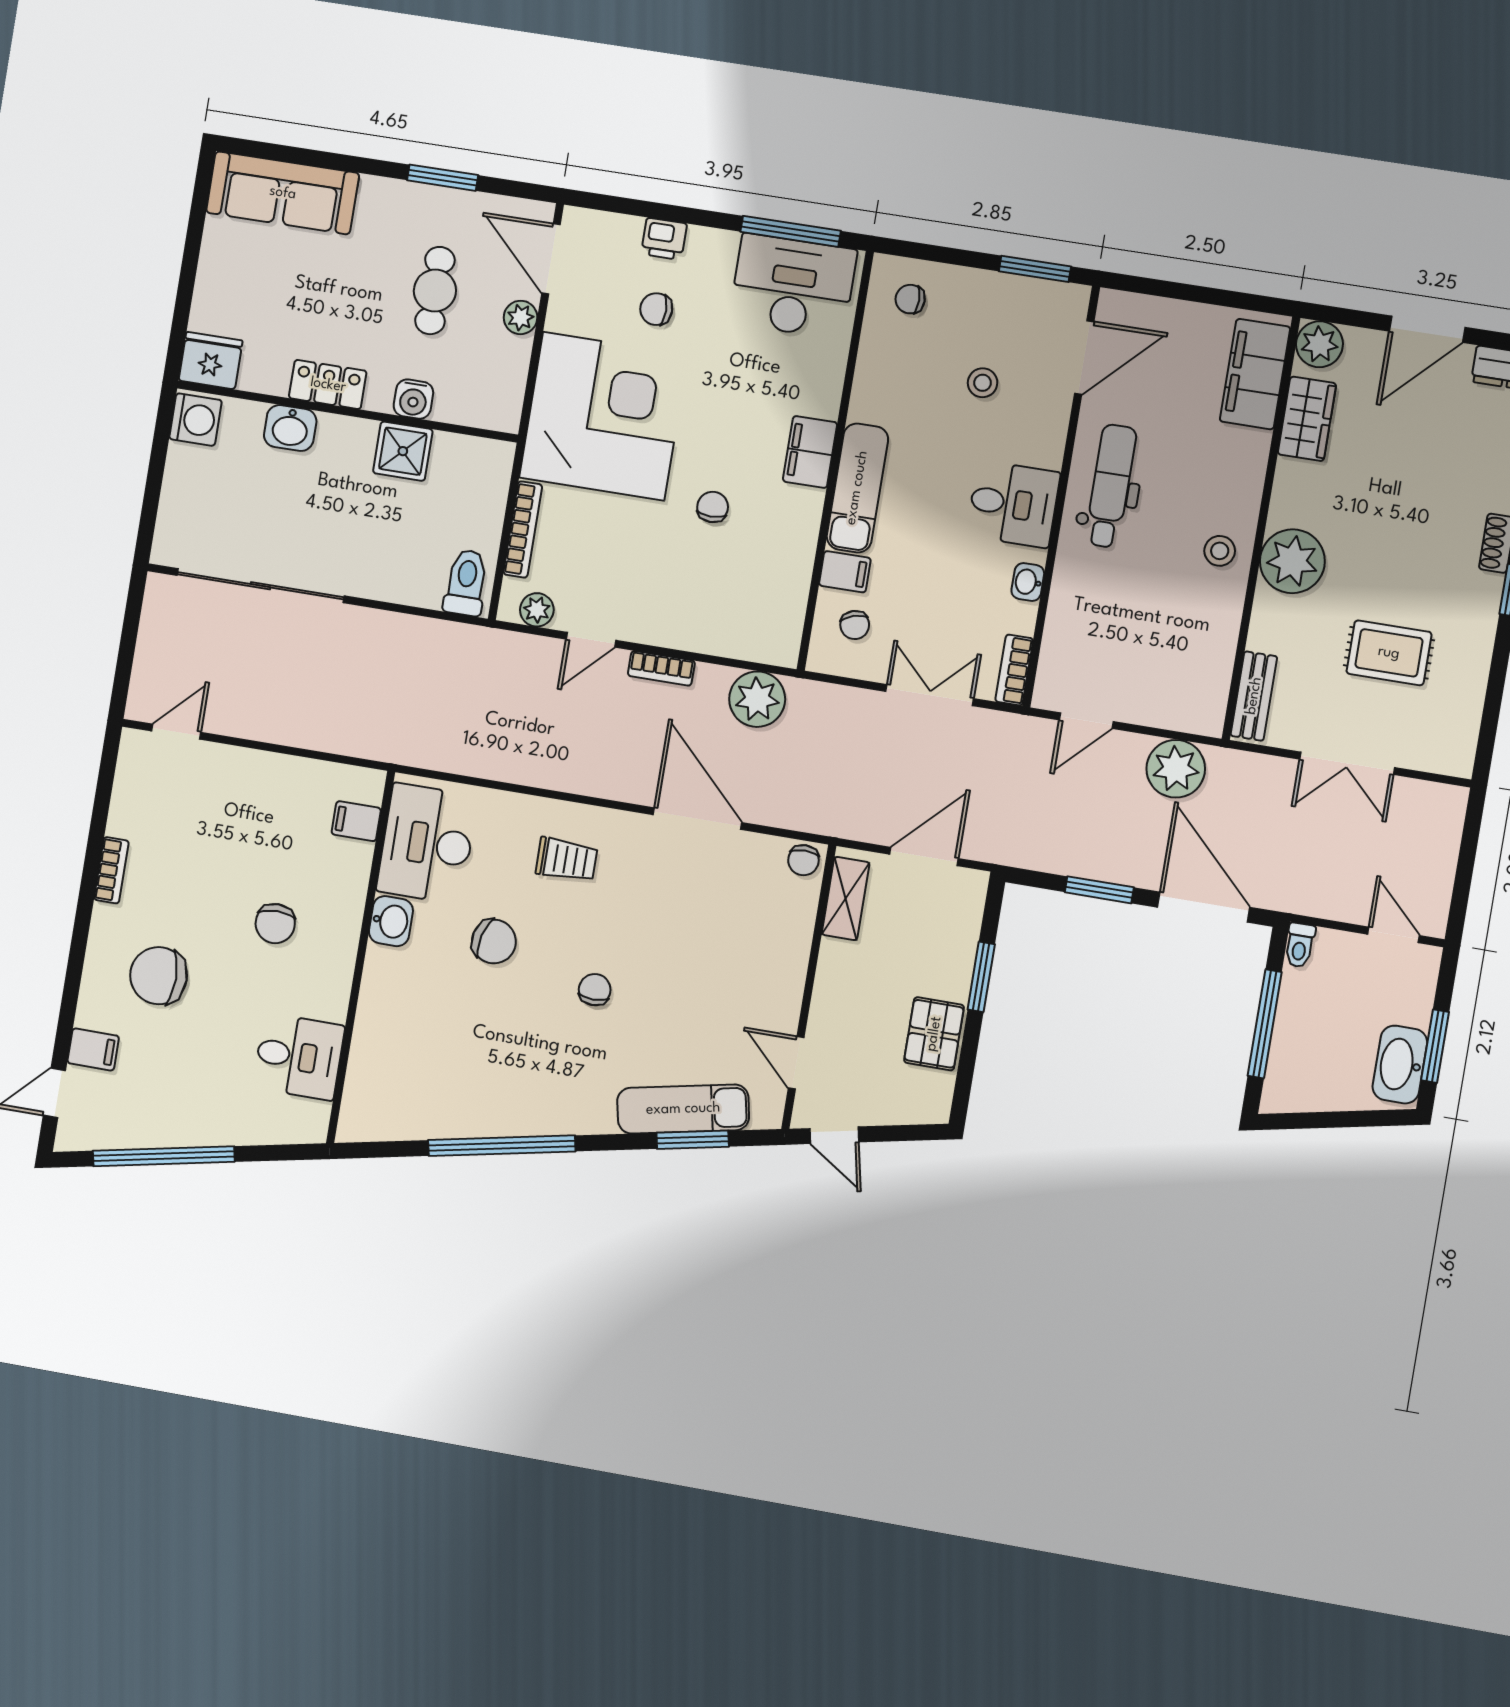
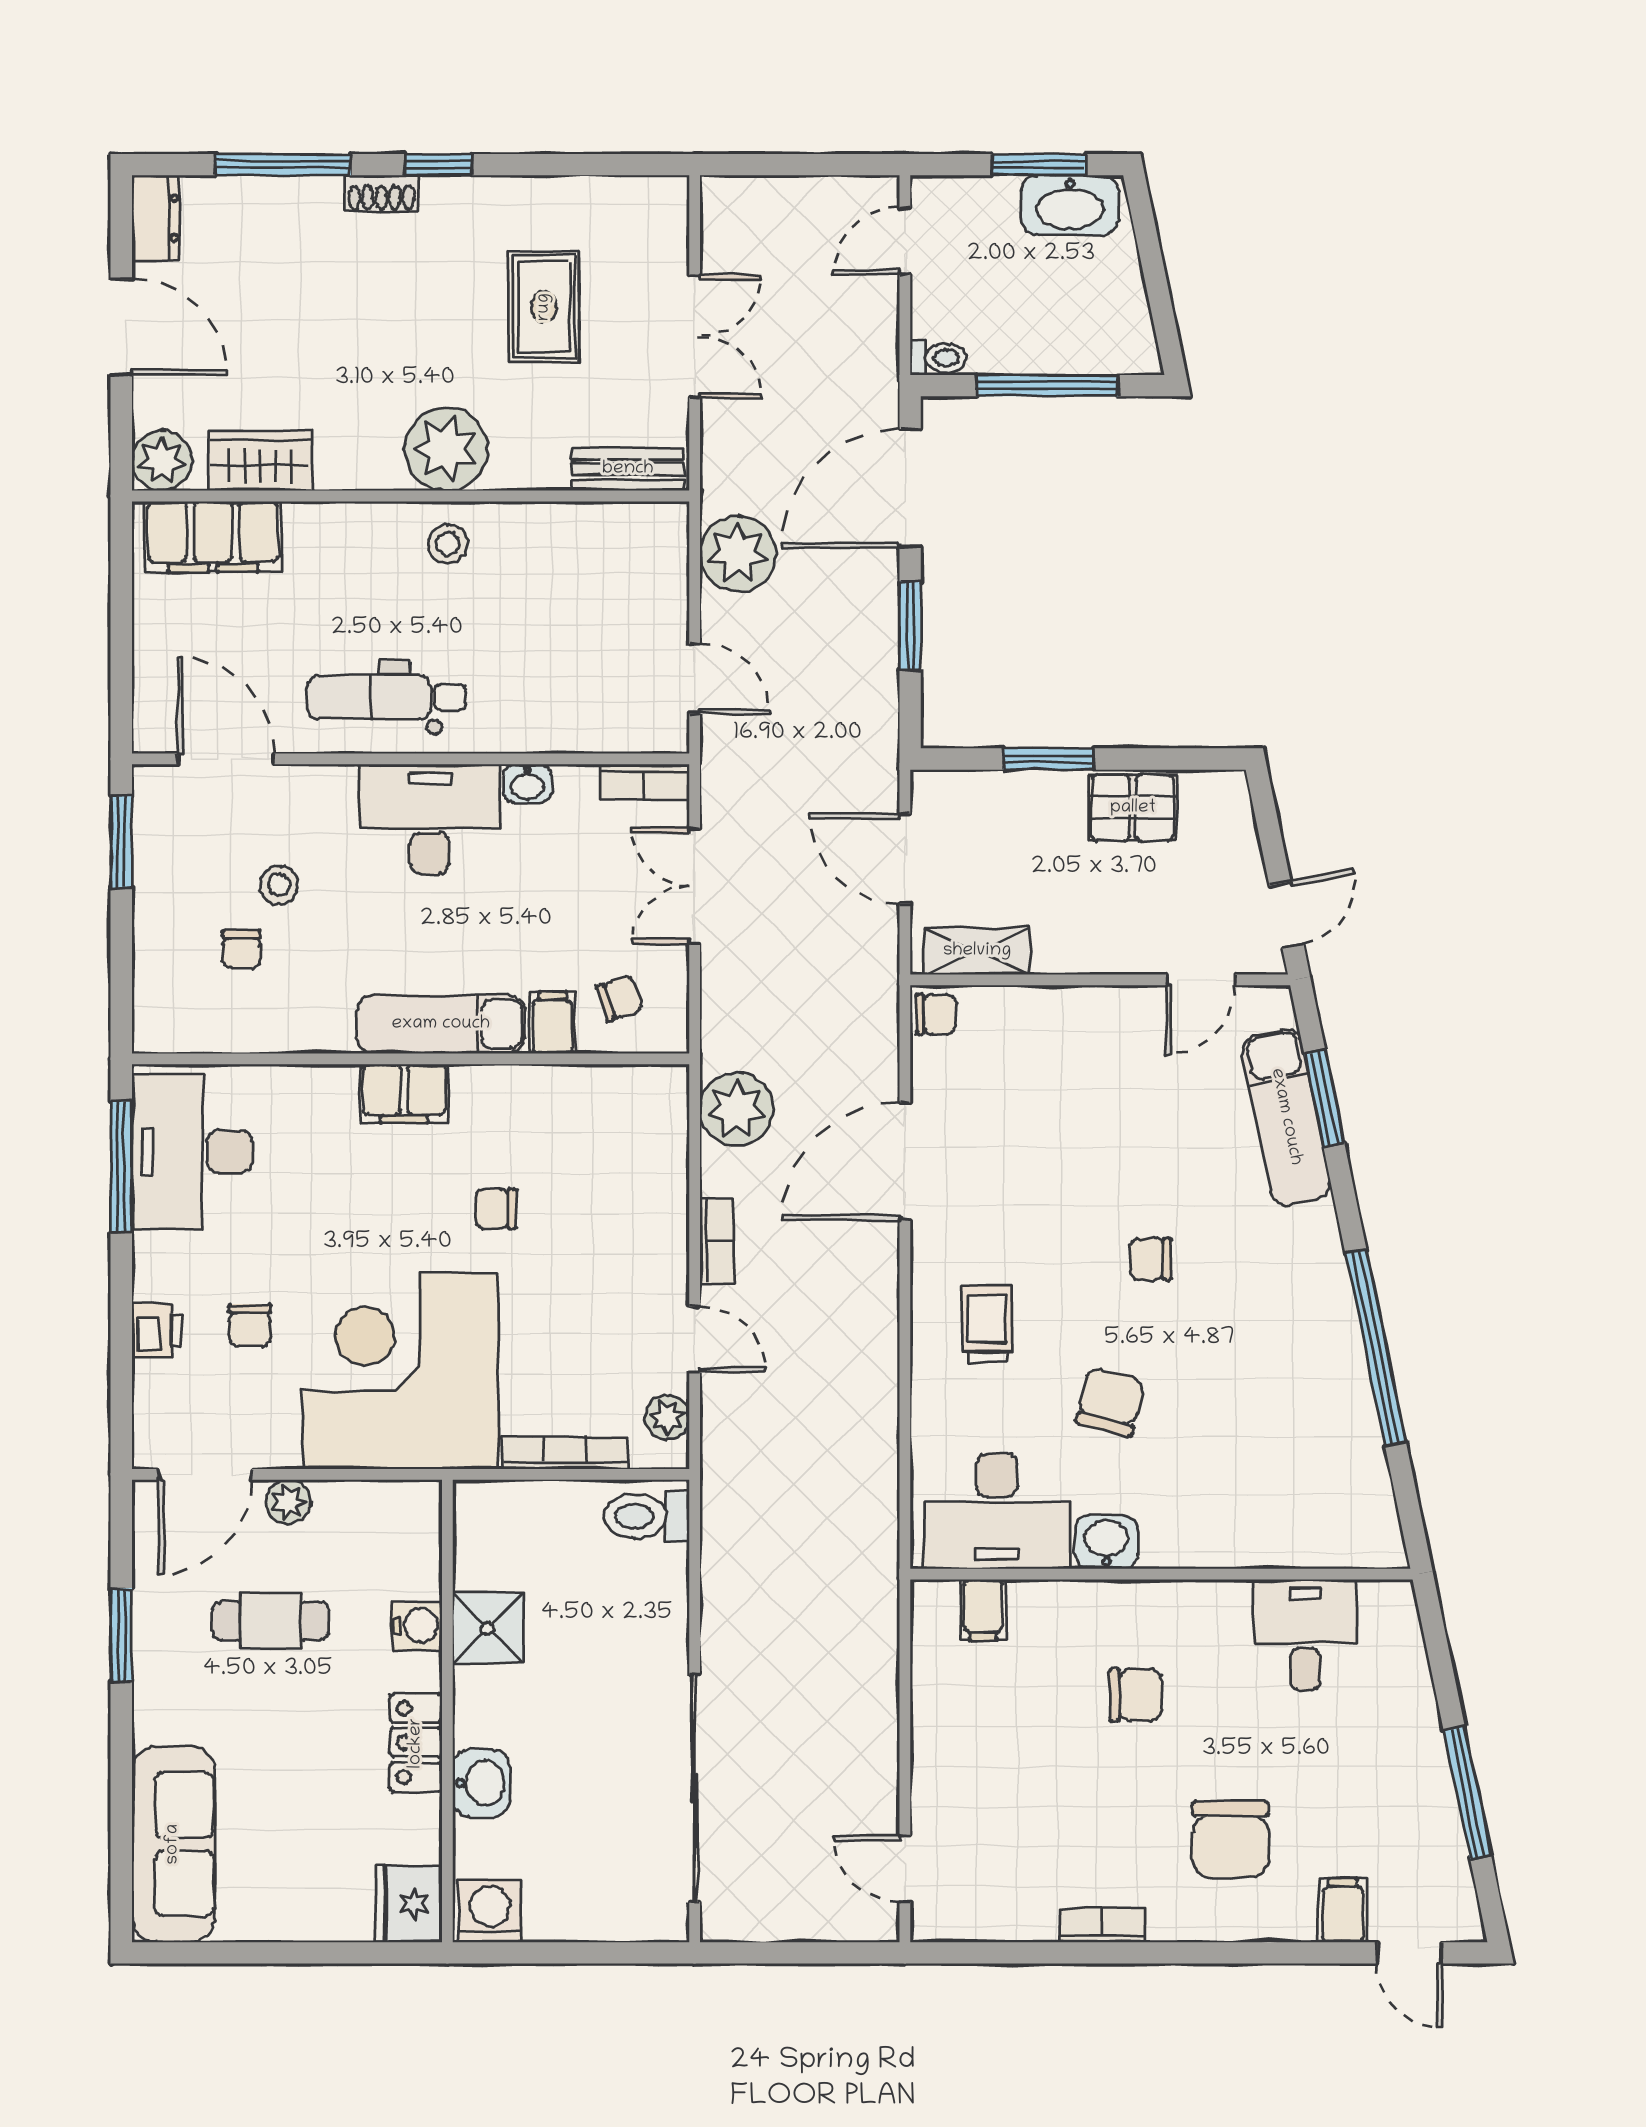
chair: (910, 299) -> (241, 949), moved
desk: (1013, 504) -> (430, 819), width x1.37
window: (164, 1156) -> (1467, 1793), width x0.68

